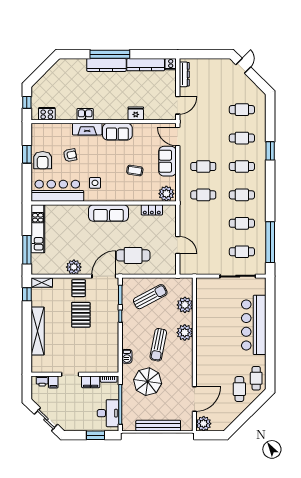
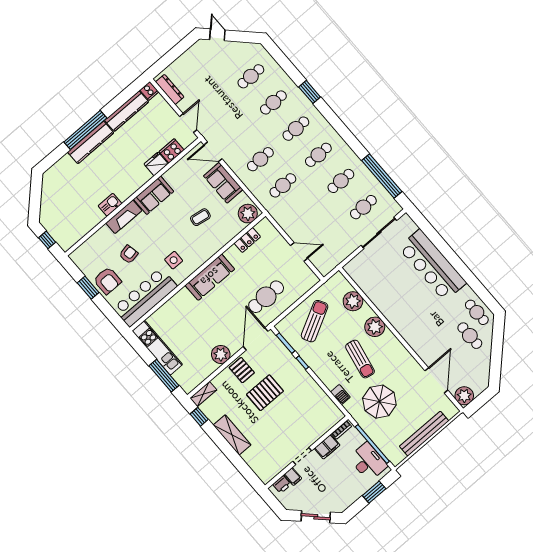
cooker: (47, 114) -> (172, 151), moved
pallet: (81, 315) -> (265, 393), turned 90
shelving: (38, 331) -> (232, 435), width x0.68

